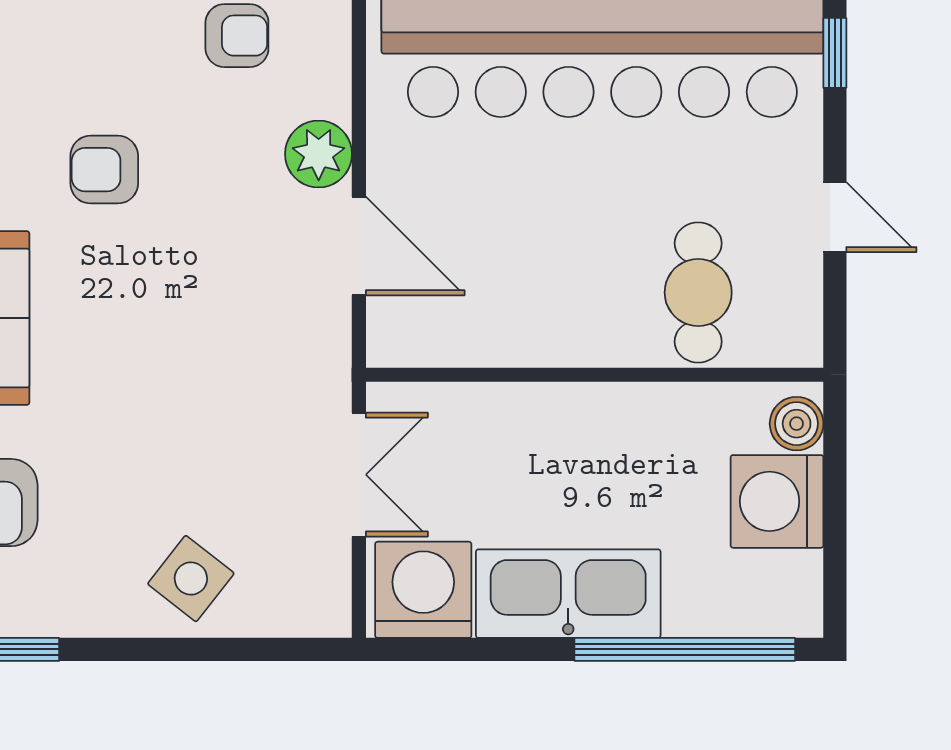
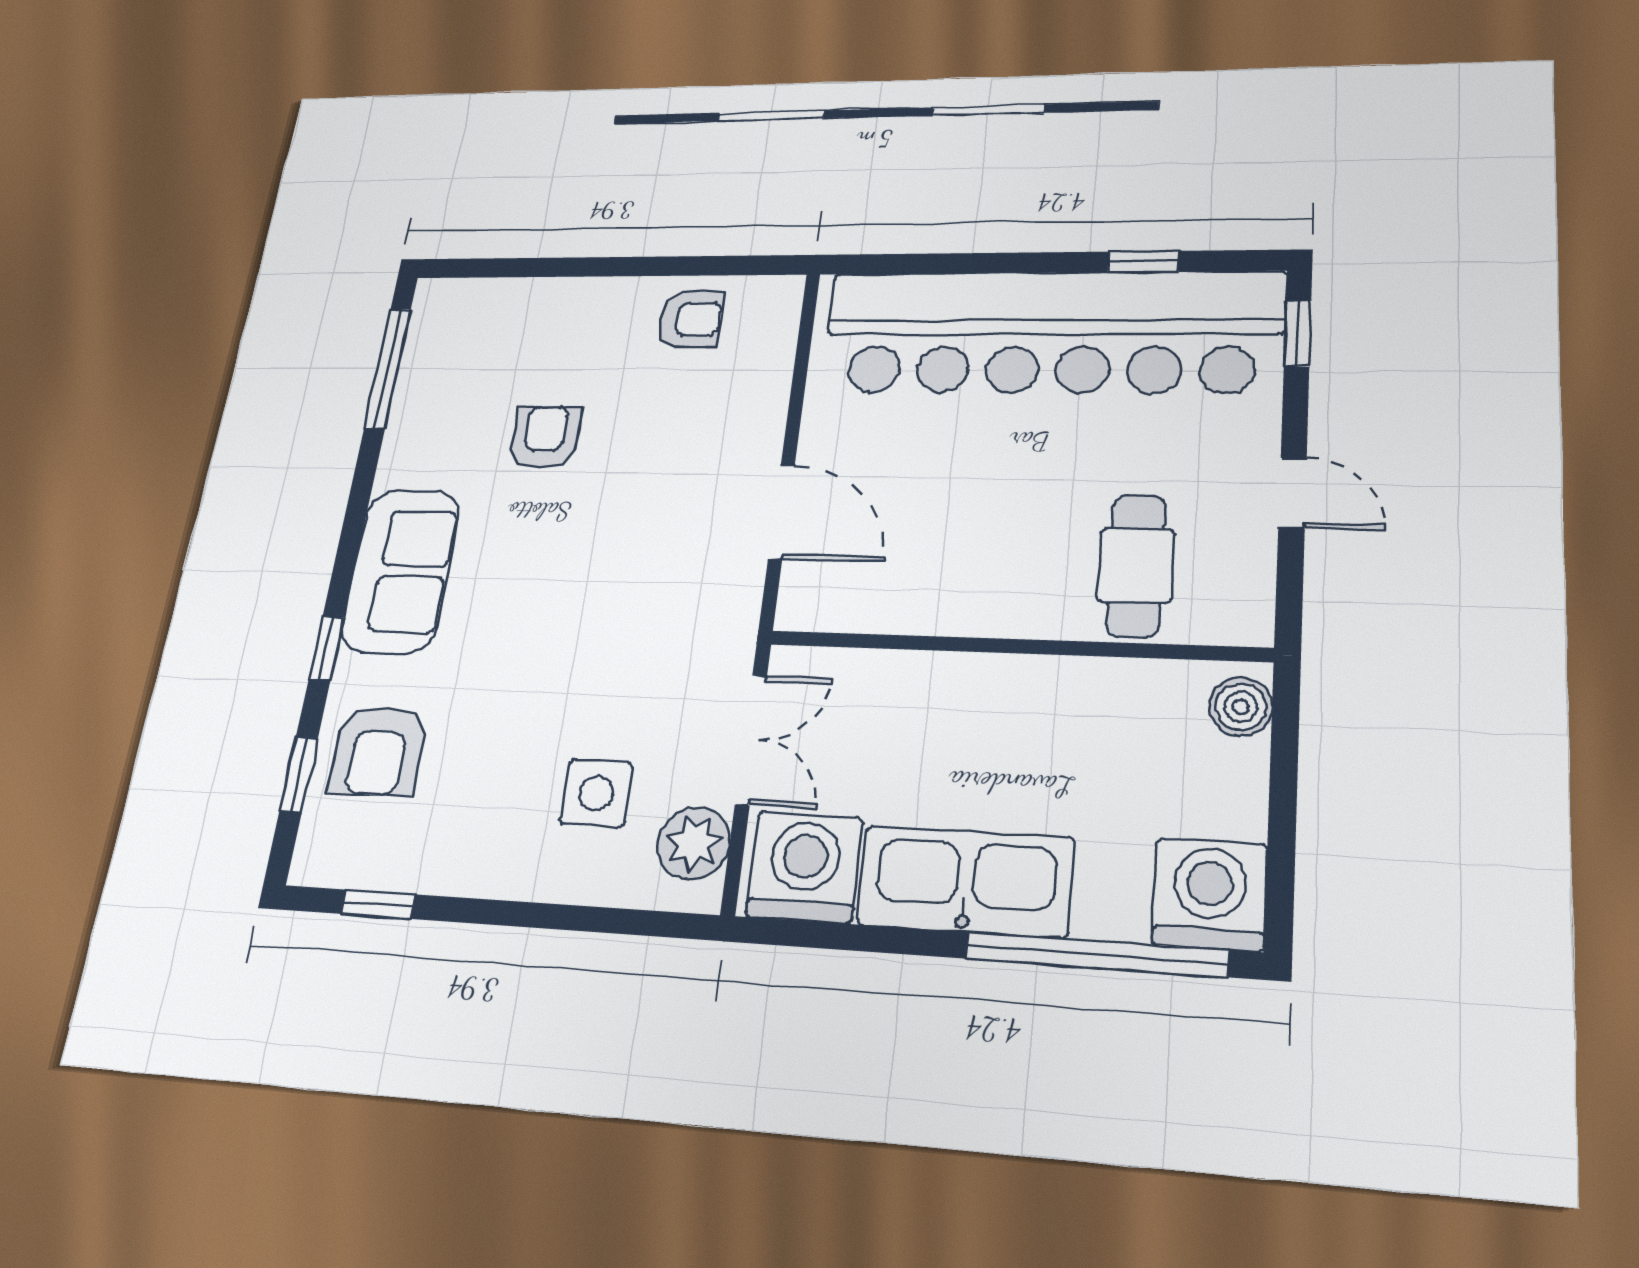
plant: (319, 154) -> (694, 843), moved
armchair: (104, 170) -> (545, 437), turned 90
washing machine: (777, 501) -> (1210, 894), moved, turned 90
side table: (191, 579) -> (596, 793), moved, turned -38

